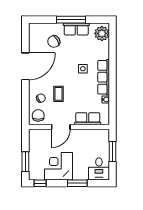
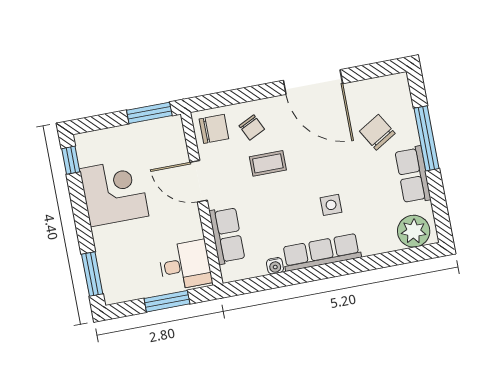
window: (71, 20) -> (426, 138), moved
window: (25, 162) -> (149, 113), moved
desk: (99, 169) -> (185, 265), moved, turned 180
window: (77, 183) -> (92, 274), moved

